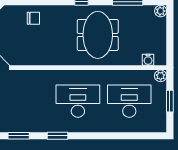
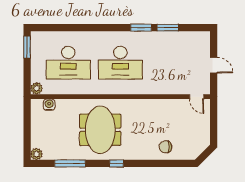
window: (170, 101) -> (27, 47), moved
window: (19, 136) -> (168, 28), moved

